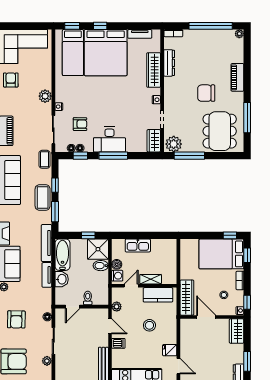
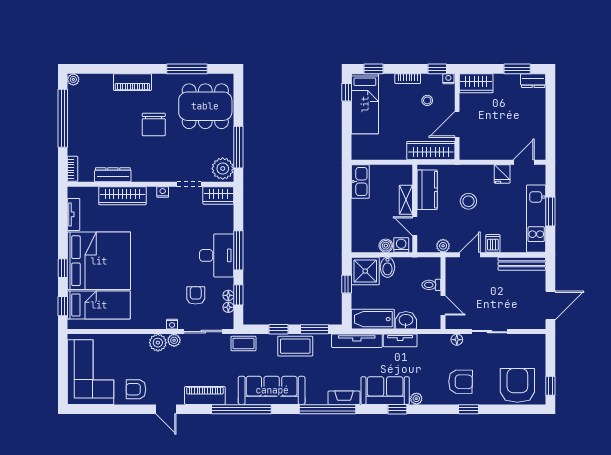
kitchen sink: (138, 245) -> (360, 181), moved
bed: (221, 254) -> (365, 104), width x0.67
plant: (47, 361) -> (174, 340), moved

